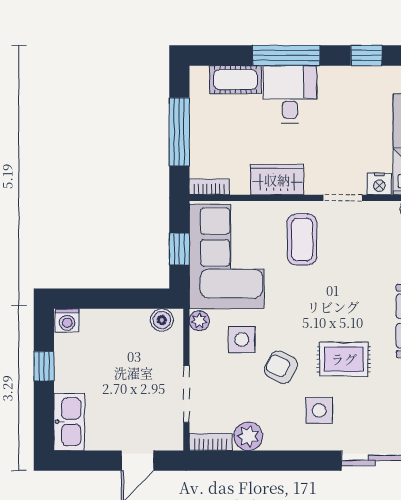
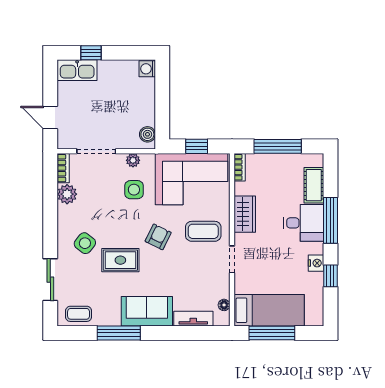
nightstand: (379, 184) -> (316, 263), moved, turned 180
plant: (199, 321) -> (133, 160), moved
rug: (344, 359) -> (120, 260), turned 90
window: (44, 366) -> (91, 53), moved
armchair: (281, 367) -> (158, 237), moved
side table: (319, 410) -> (85, 243), turned 38

